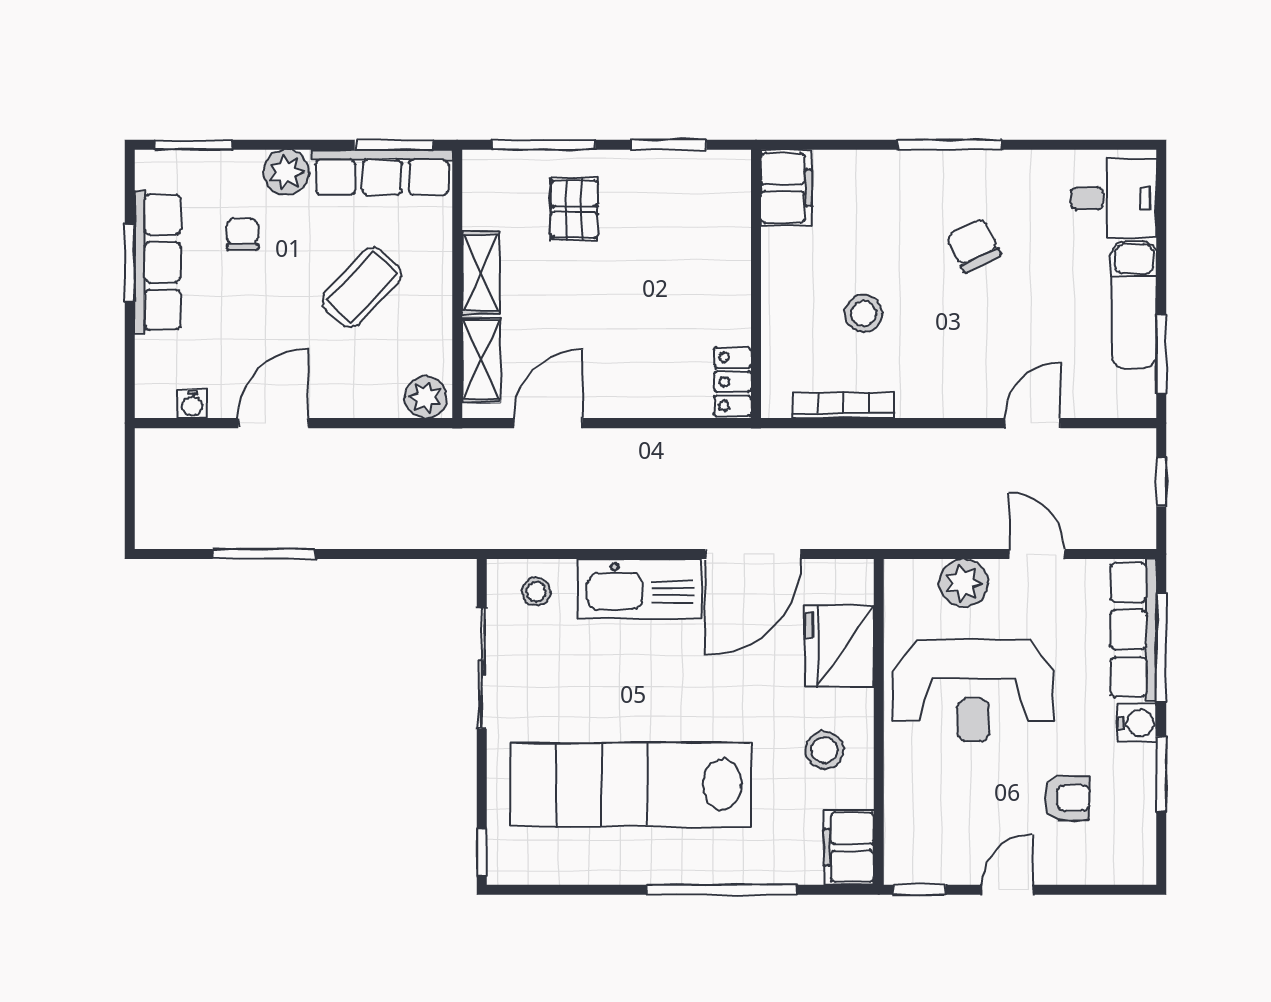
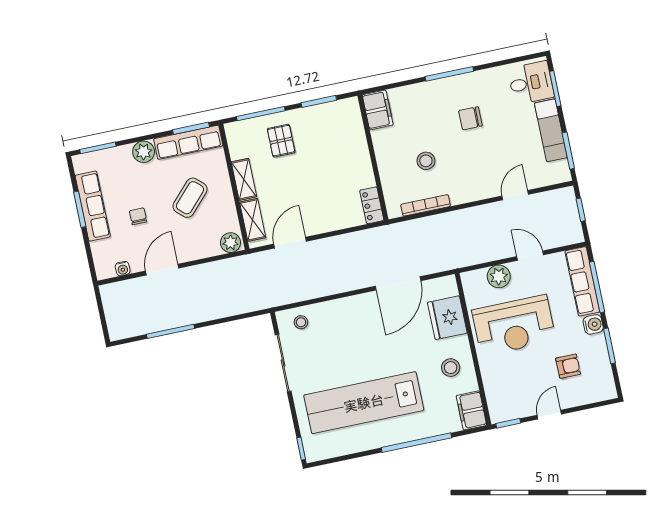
window: (1161, 221) -> (555, 89), added
chair: (243, 234) -> (138, 216), moved
chair: (974, 245) -> (470, 118), turned -64
kitchen sink: (639, 589) -> (349, 311), removed

